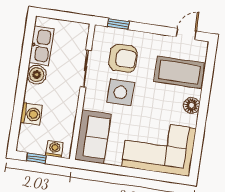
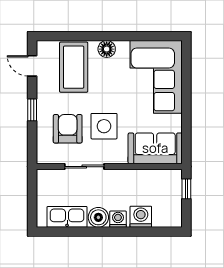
window: (118, 24) -> (32, 110), moved
washing machine: (55, 149) -> (118, 219), moved, turned 90
window: (36, 158) -> (186, 189), moved

